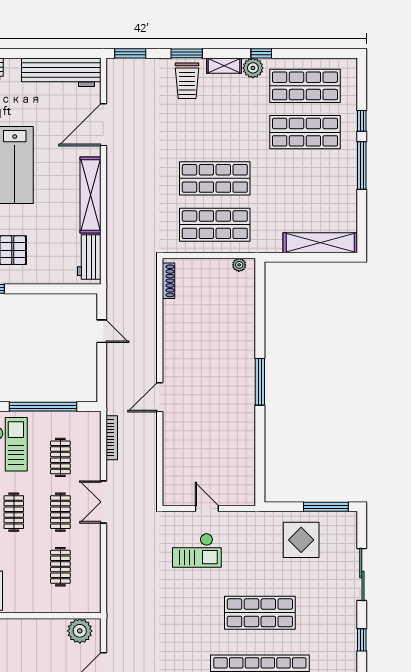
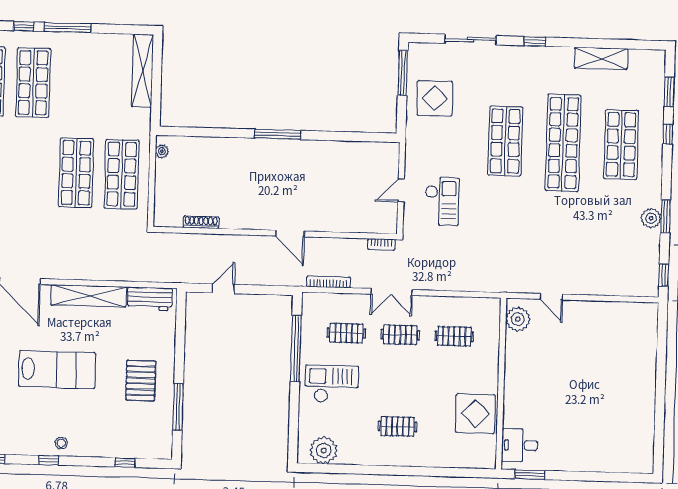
shoe rack: (168, 281) -> (201, 222), moved
bookcase: (152, 490) -> (381, 244), added
clothes rail: (14, 512) -> (399, 381), removed

